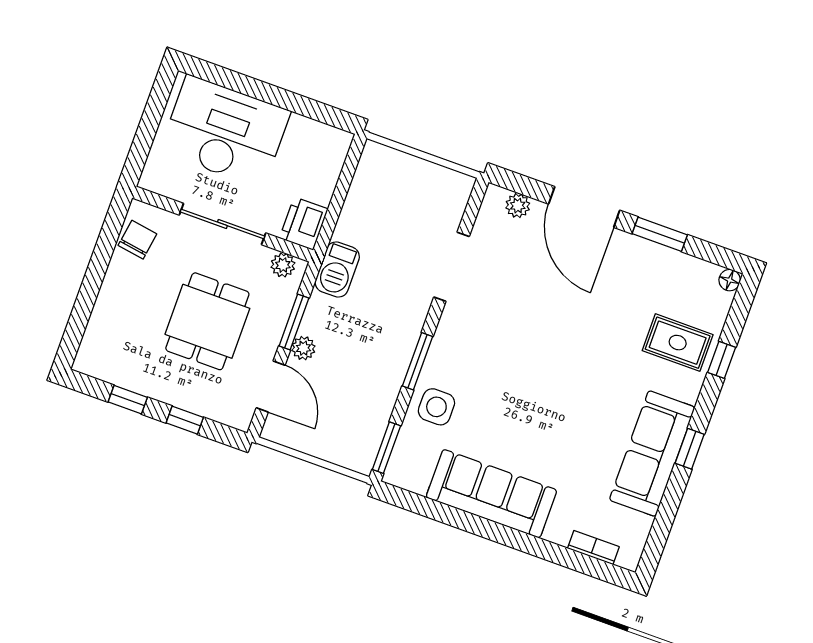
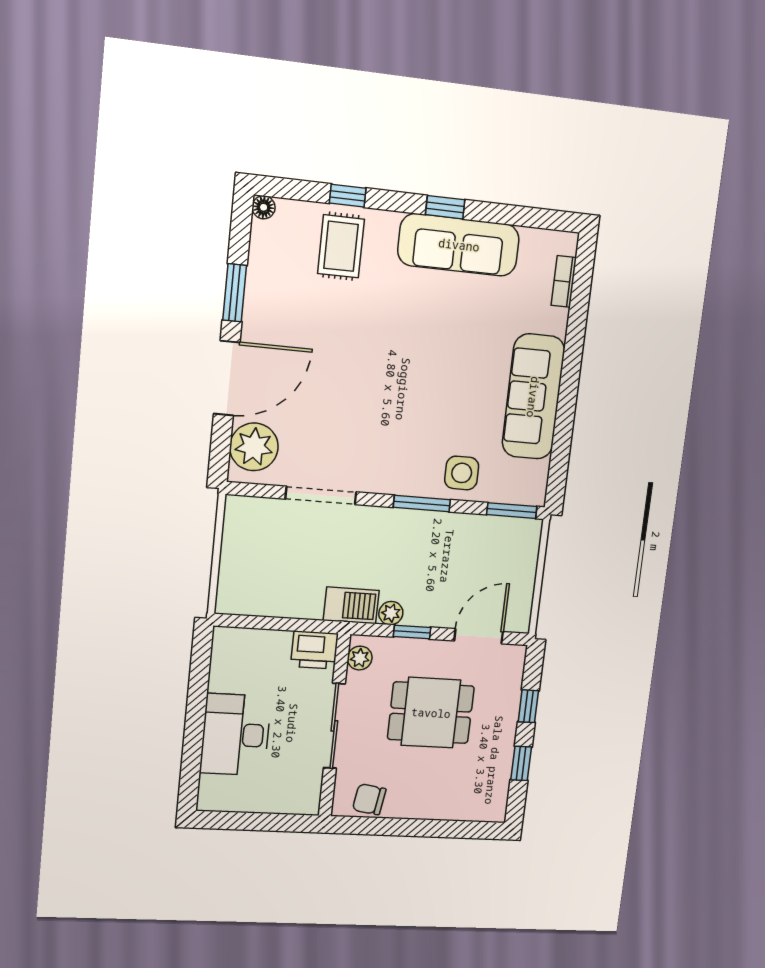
desk: (225, 132) -> (235, 735), width x0.73, depth x0.77
plant: (518, 206) -> (254, 447), width x1.87, depth x1.87
window: (294, 322) -> (412, 632), width x0.67
plant: (303, 348) -> (391, 613), moved

